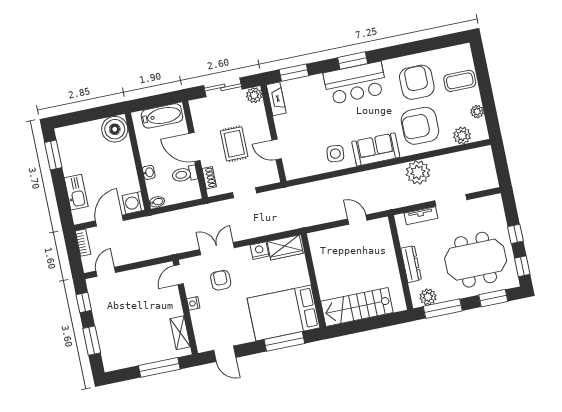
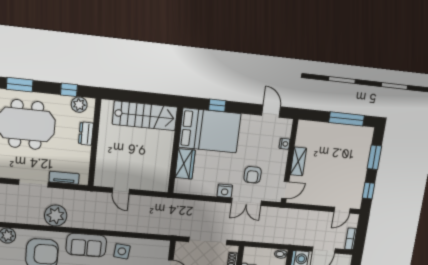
doorway: (245, 193) -> (208, 241), width x1.88
wardrobe: (285, 247) -> (185, 164), moved, turned 90
nightstand: (259, 251) -> (225, 191), moved
dresser: (411, 264) -> (86, 134), width x0.70
nightstand: (193, 303) -> (285, 144), moved
window: (443, 309) -> (69, 90), width x0.46
shelving: (180, 333) -> (298, 161), moved
window: (284, 341) -> (217, 105), width x0.46
window: (159, 367) -> (346, 119), moved

